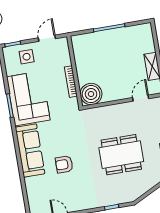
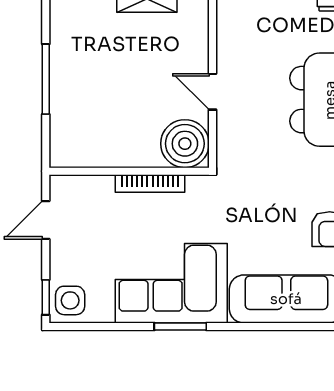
door: (47, 38) -> (46, 220), hinge flipped
side table: (27, 57) -> (70, 300), moved
door: (141, 98) -> (212, 92), moved

